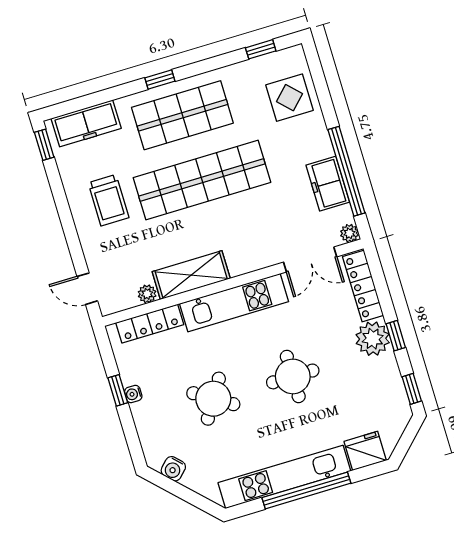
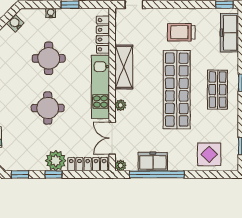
shop shelf: (182, 115) -> (217, 90), width x0.70, depth x0.74
plant: (147, 294) -> (121, 105), moved
water cooler: (133, 394) -> (51, 13), moved
round table: (213, 399) -> (49, 58), turned -32

